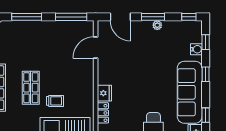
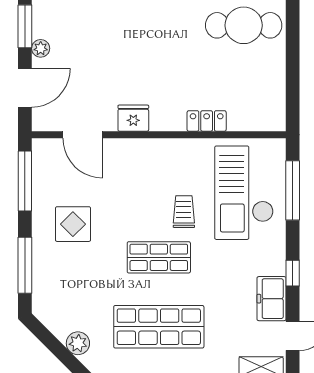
plant: (157, 25) -> (41, 48), moved
display table: (48, 42) -> (73, 224), added
fridge: (104, 93) -> (133, 118), moved

